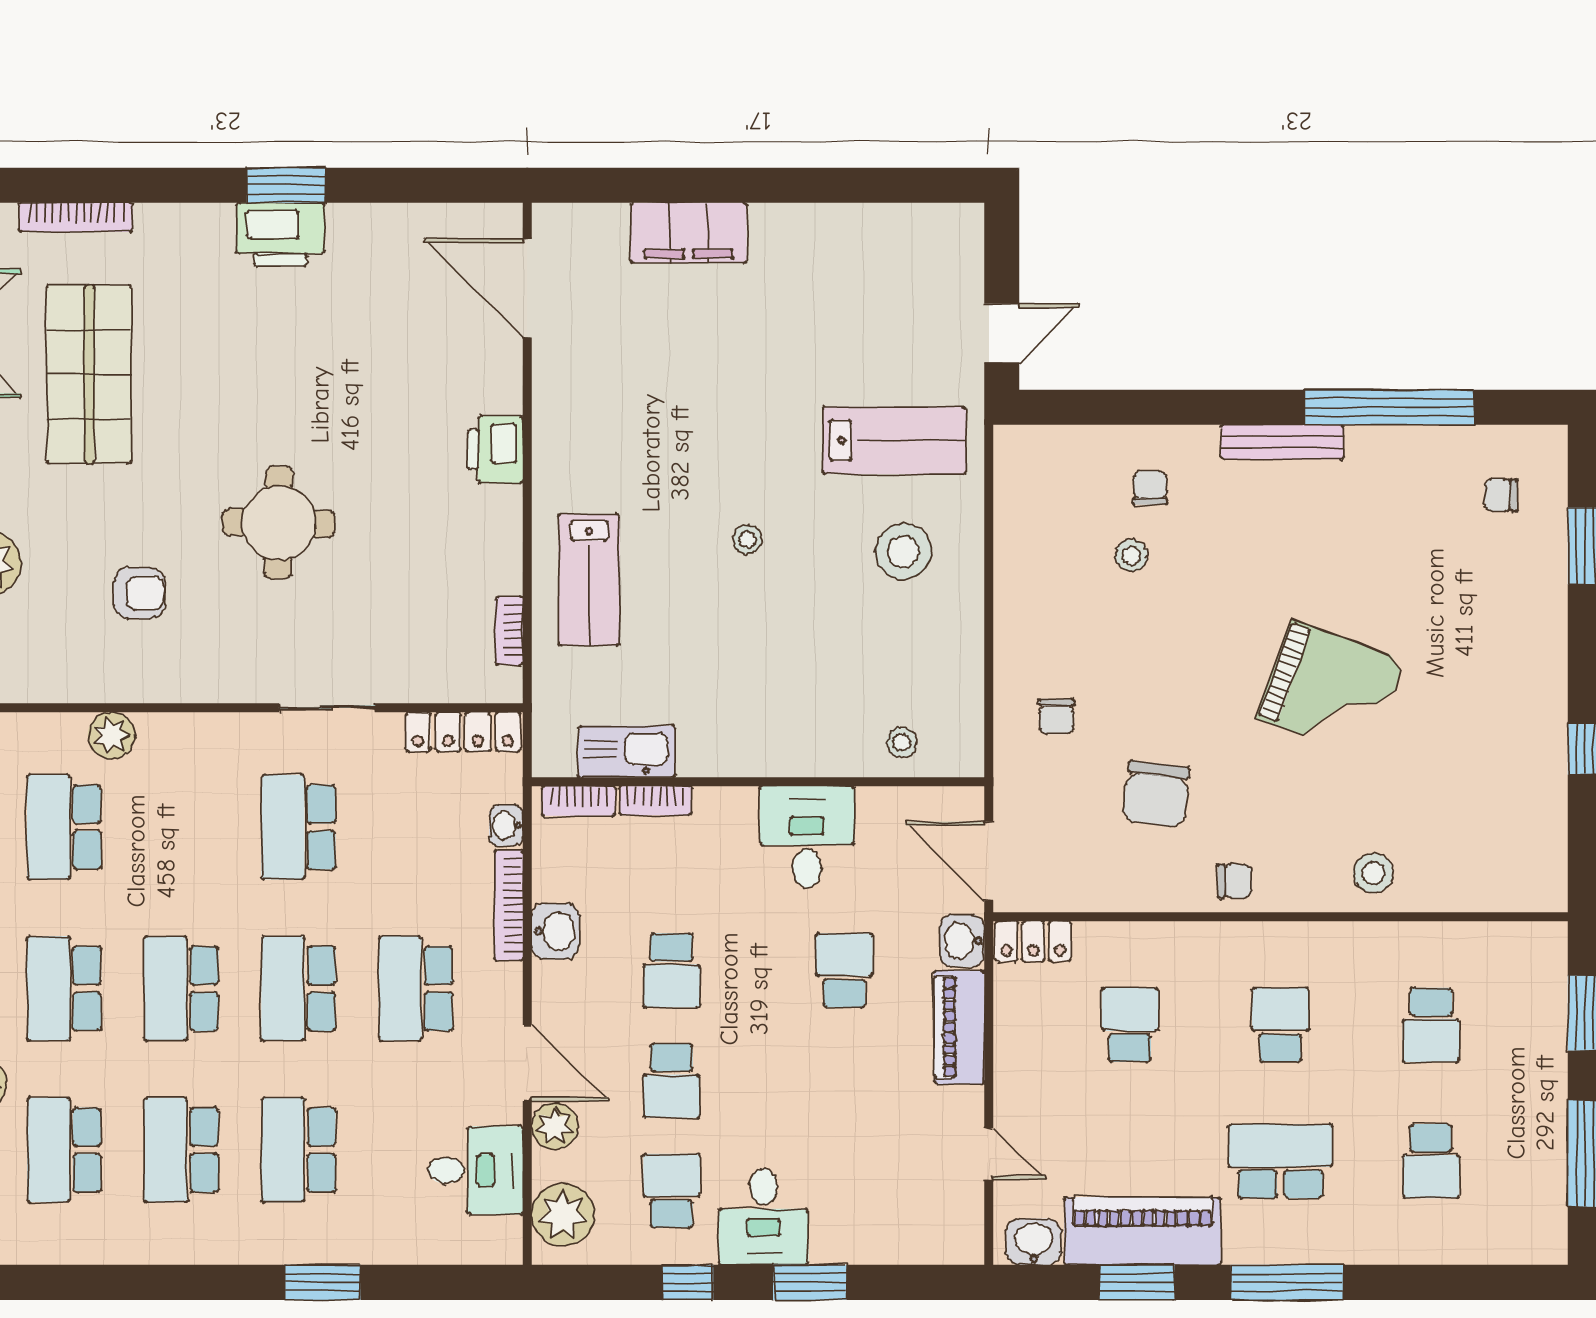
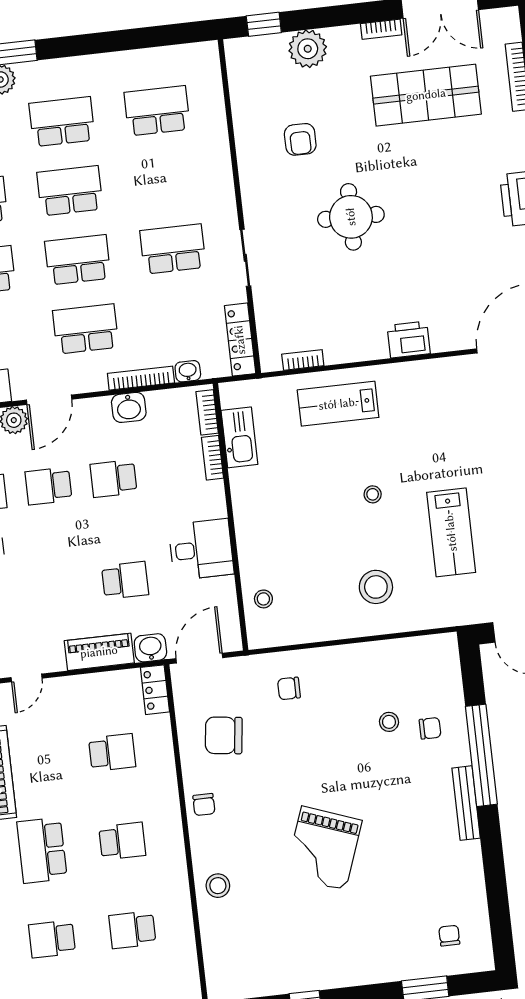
window: (1389, 407) -> (481, 755), moved
lab bench: (894, 440) -> (451, 532), moved
plant: (111, 736) -> (214, 133), removed
chair: (1156, 794) -> (224, 735), moved
school desk: (1280, 1161) -> (42, 850), turned 180

